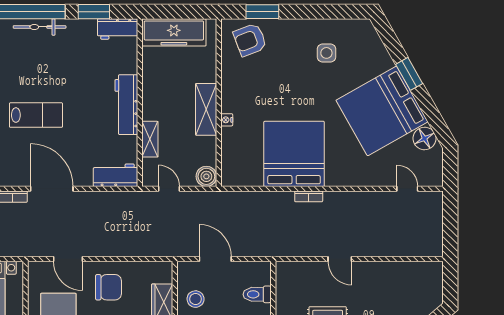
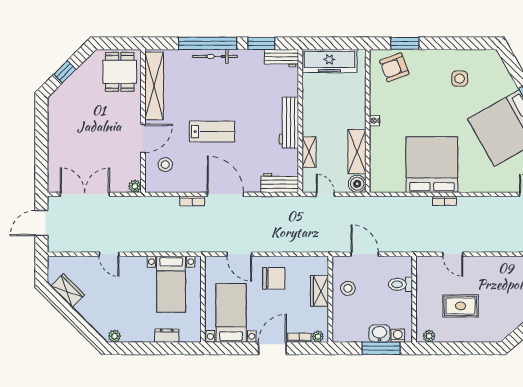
shelving: (206, 109) -> (357, 152), moved
nightstand: (227, 120) -> (374, 121), moved
door: (340, 259) -> (453, 254), moved

